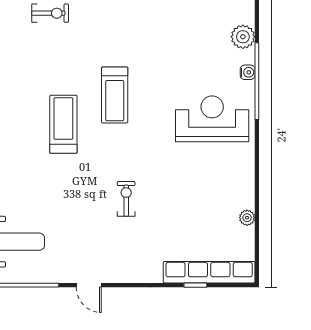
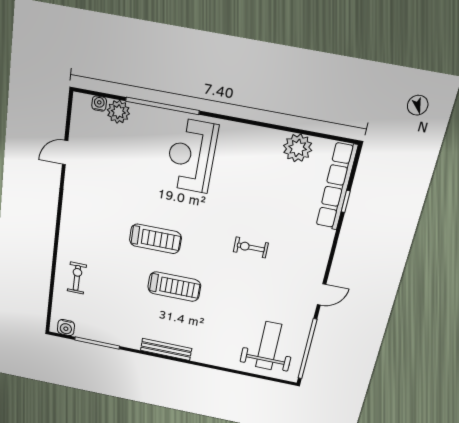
water cooler: (248, 72) -> (99, 103), moved
treadmill: (63, 124) -> (174, 287), turned 180
plant: (247, 218) -> (298, 148), width x1.88, depth x1.88

